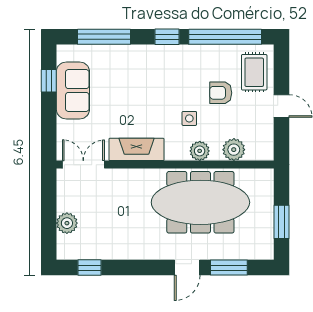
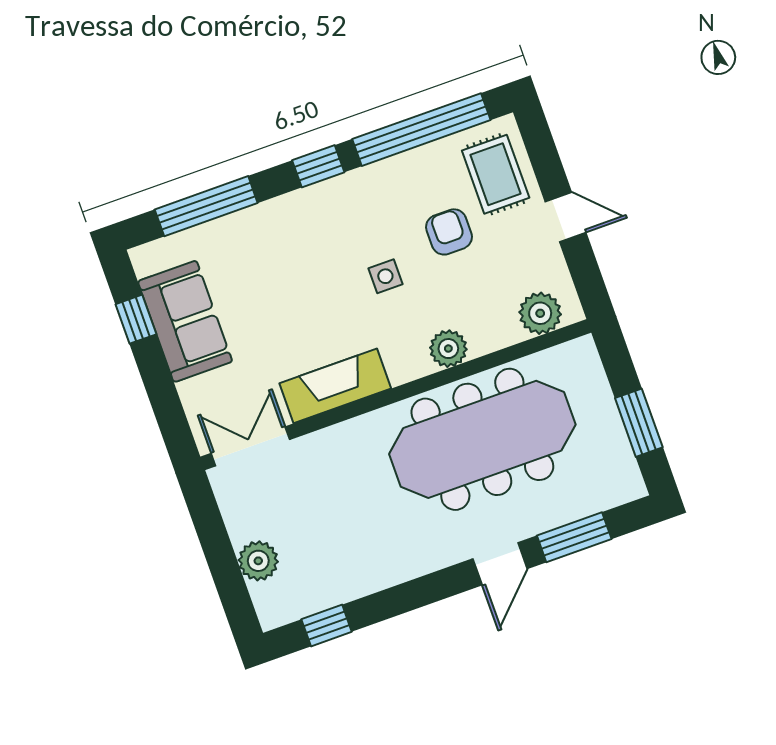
armchair: (221, 93) -> (449, 232), turned 90
side table: (189, 118) -> (385, 276), moved
plant: (234, 150) -> (540, 313), moved

